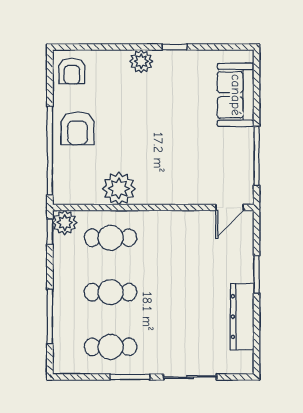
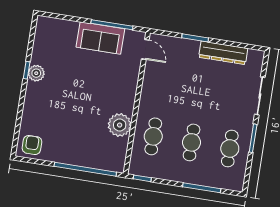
plant: (141, 61) -> (36, 73), moved
armchair: (72, 71) -> (32, 145), turned -90
sofa: (236, 95) -> (100, 38), moved
armchair: (77, 128) -> (73, 147), removed
plant: (65, 222) -> (137, 167), removed

